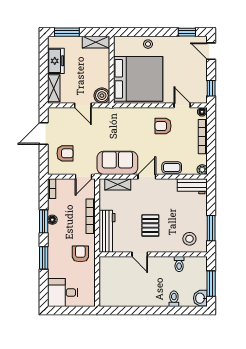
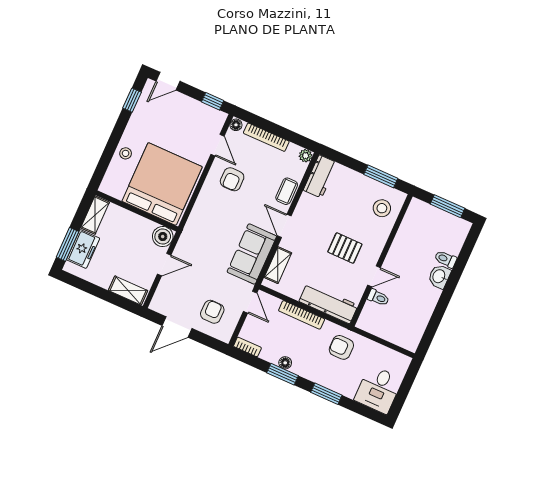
freezer: (56, 61) -> (83, 249), moved, turned 90
door: (182, 105) -> (218, 145), swing flipped
door: (44, 134) -> (177, 327), hinge flipped
toilet: (179, 264) -> (378, 298), moved
washbasin: (200, 298) -> (439, 276), moved, turned 90

